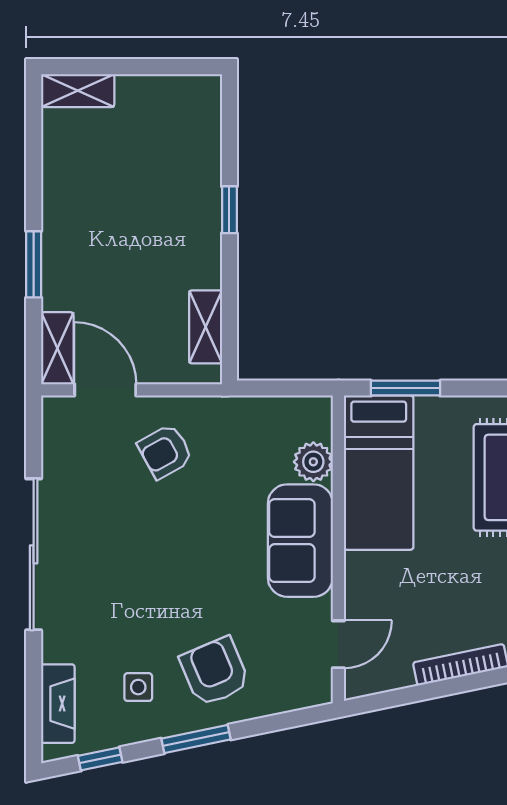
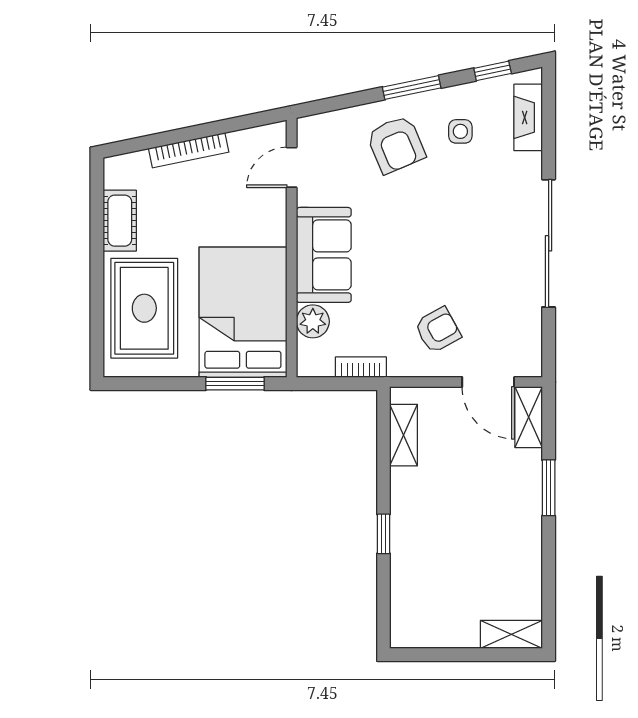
bookcase: (256, 407) -> (361, 367), added
bed: (379, 473) -> (243, 312), width x1.50

